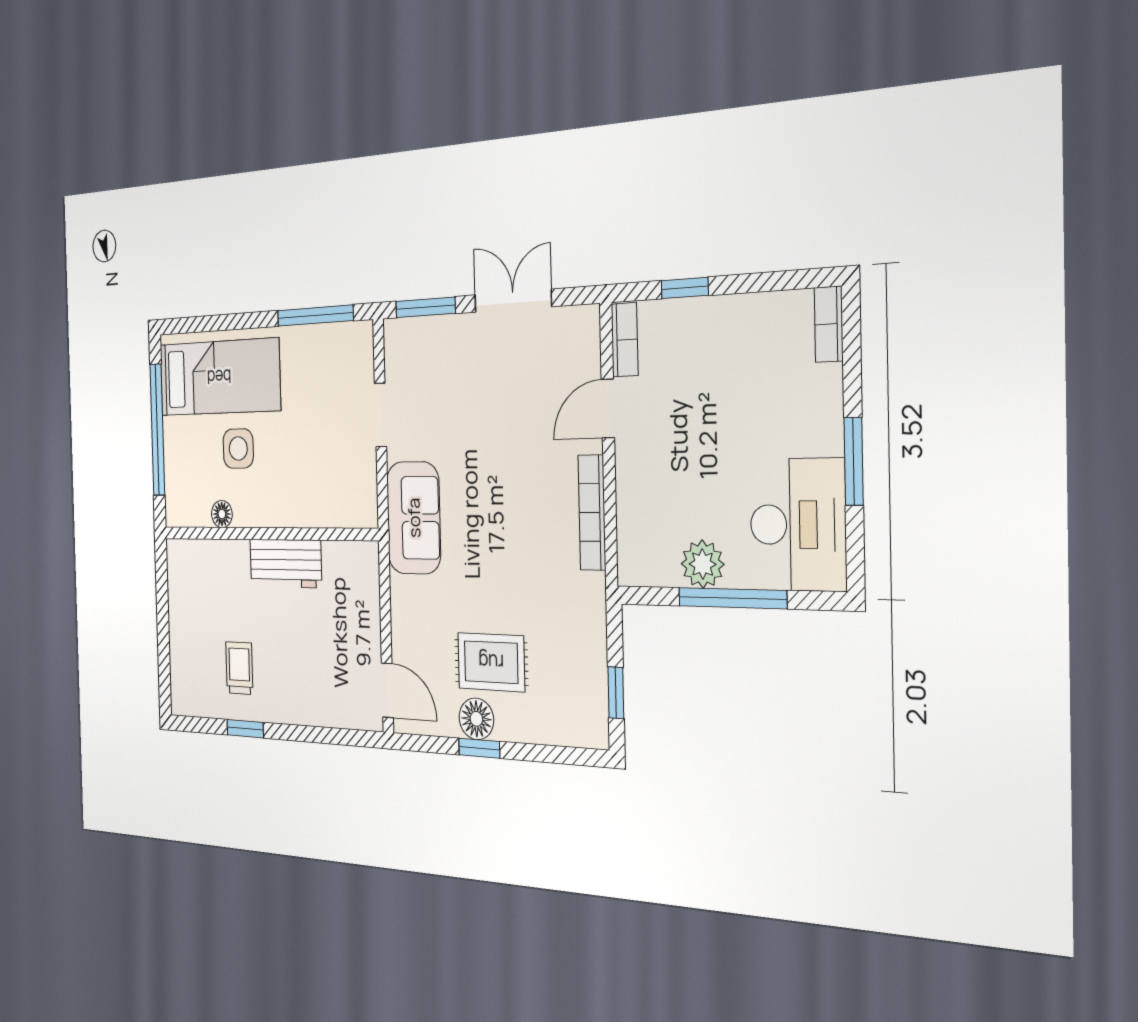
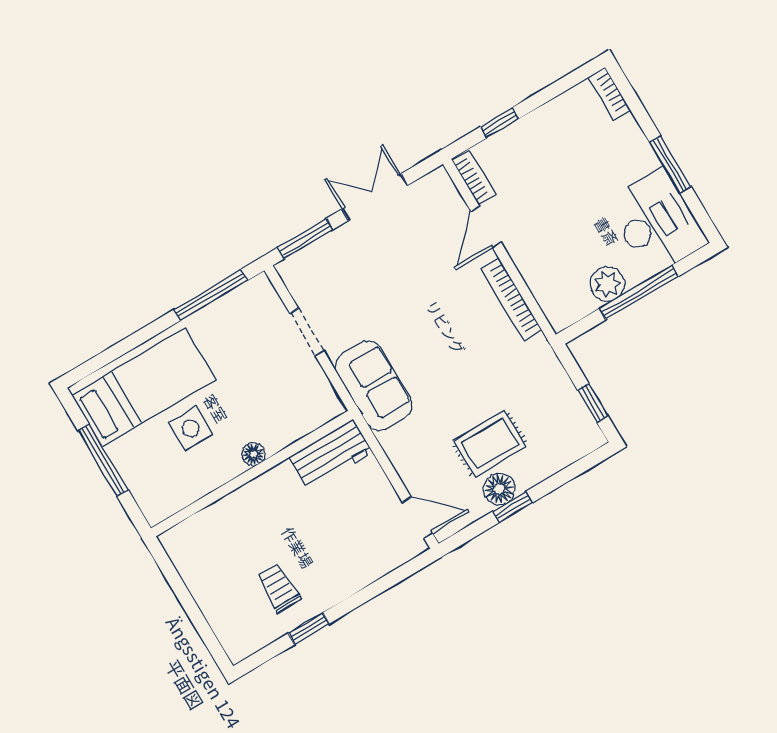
window: (157, 430) -> (103, 460), width x0.68
floor lamp: (222, 514) -> (253, 454), moved
workbench: (286, 563) -> (331, 455), moved

